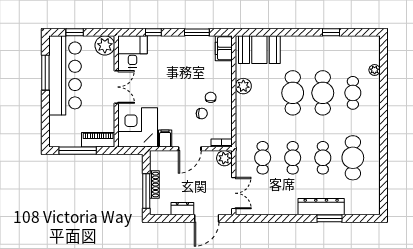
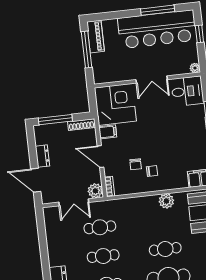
plant: (105, 45) -> (195, 68), width x0.53, depth x0.53
cafe table: (293, 93) -> (165, 249), width x0.73, depth x0.74
piano: (98, 140) -> (96, 37), moved
shoe rack: (154, 185) -> (81, 125), moved
double door: (234, 193) -> (74, 202), moved

